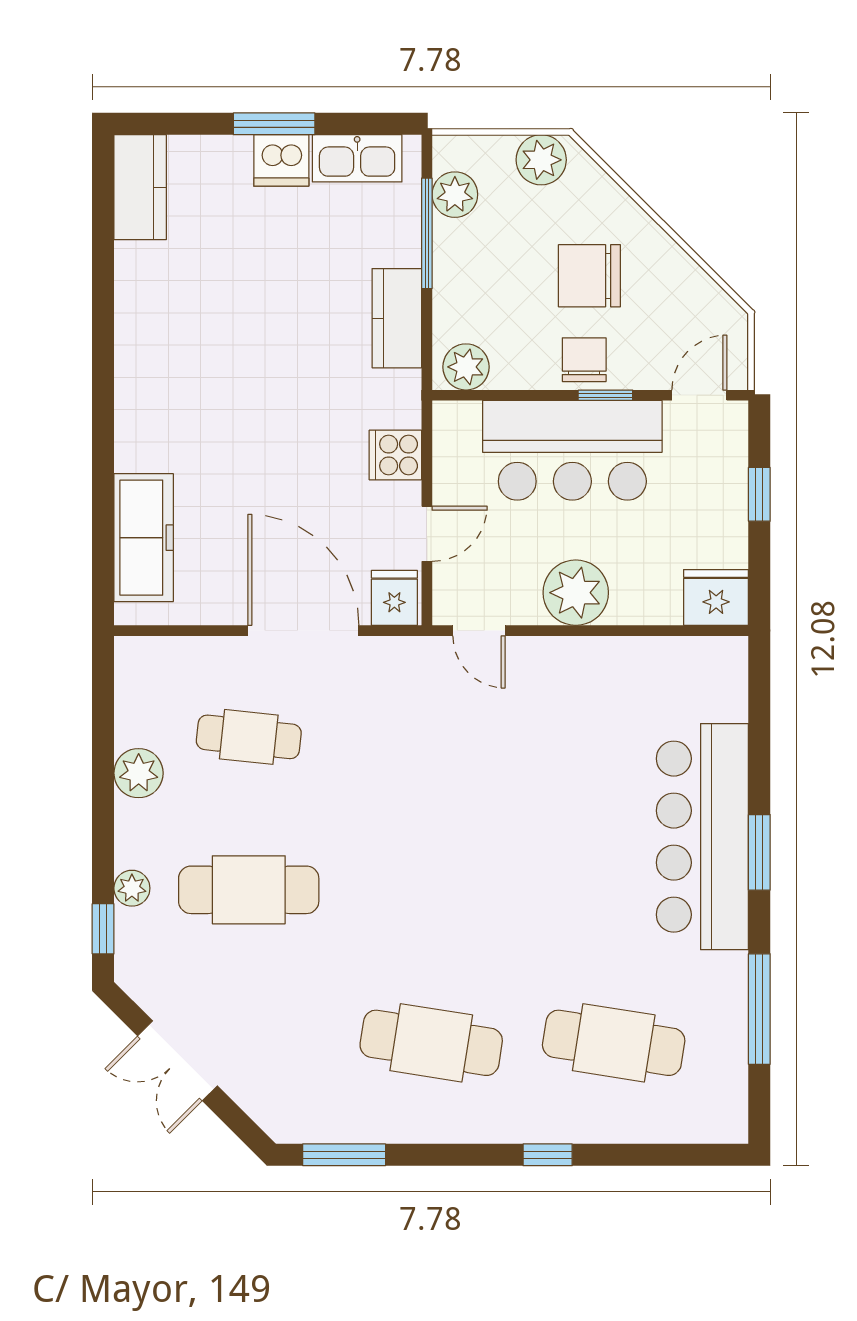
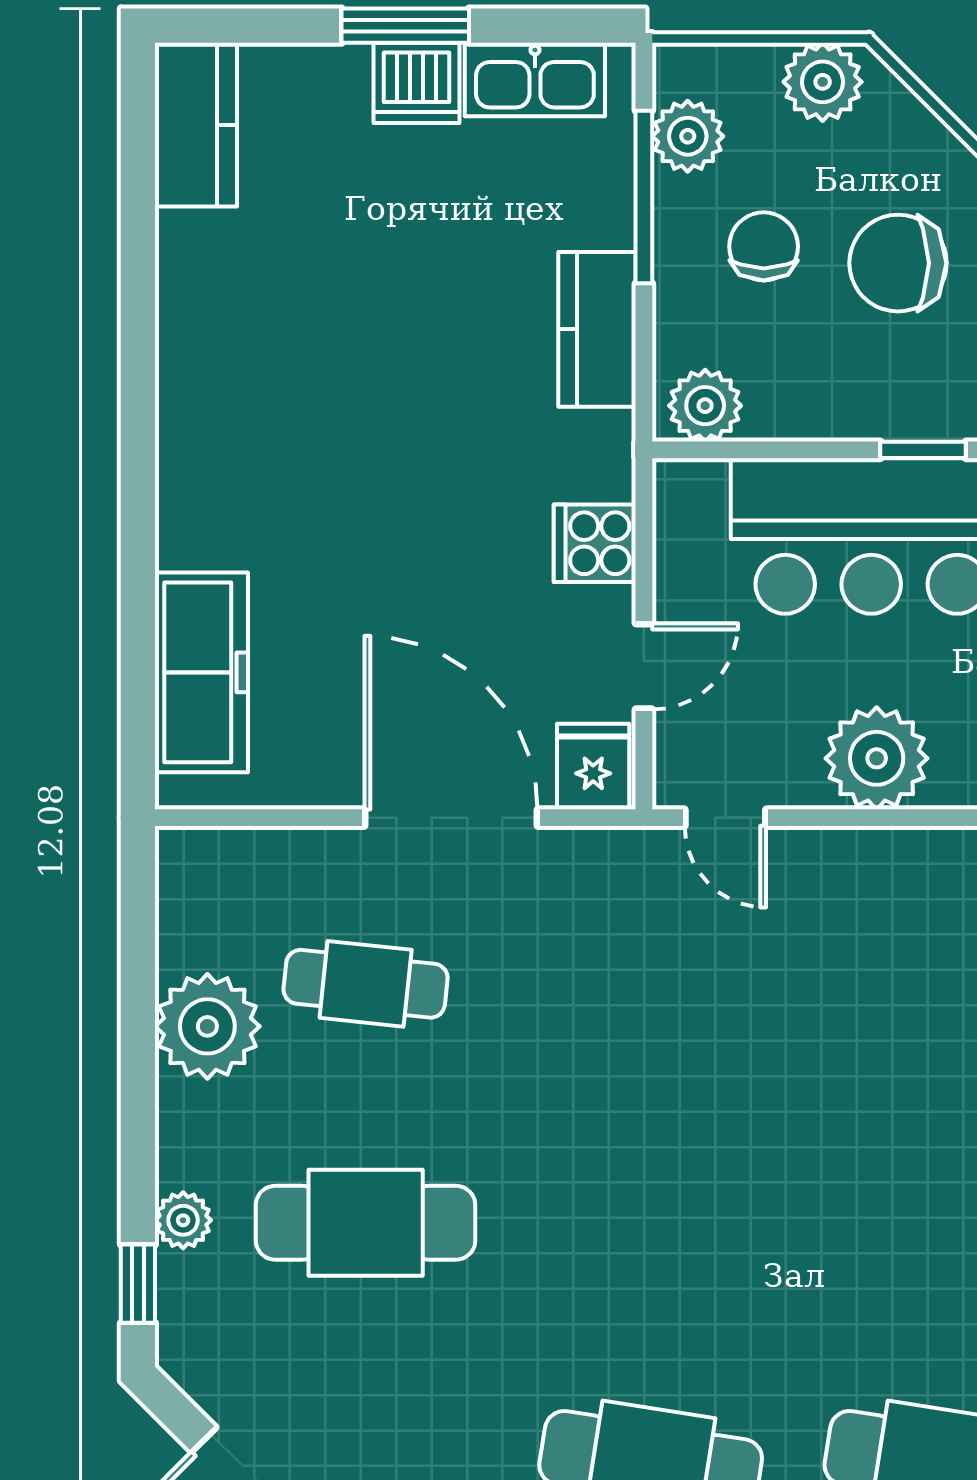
chair: (584, 360) -> (764, 246), moved
plant: (139, 773) -> (207, 1026), width x1.36, depth x1.36

